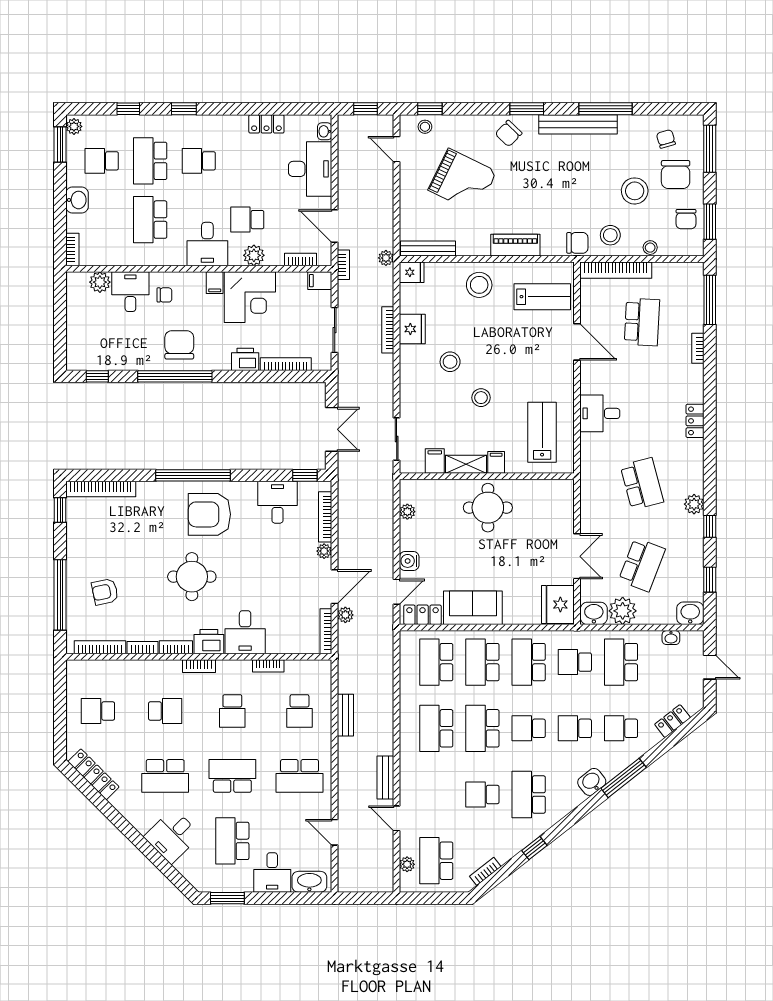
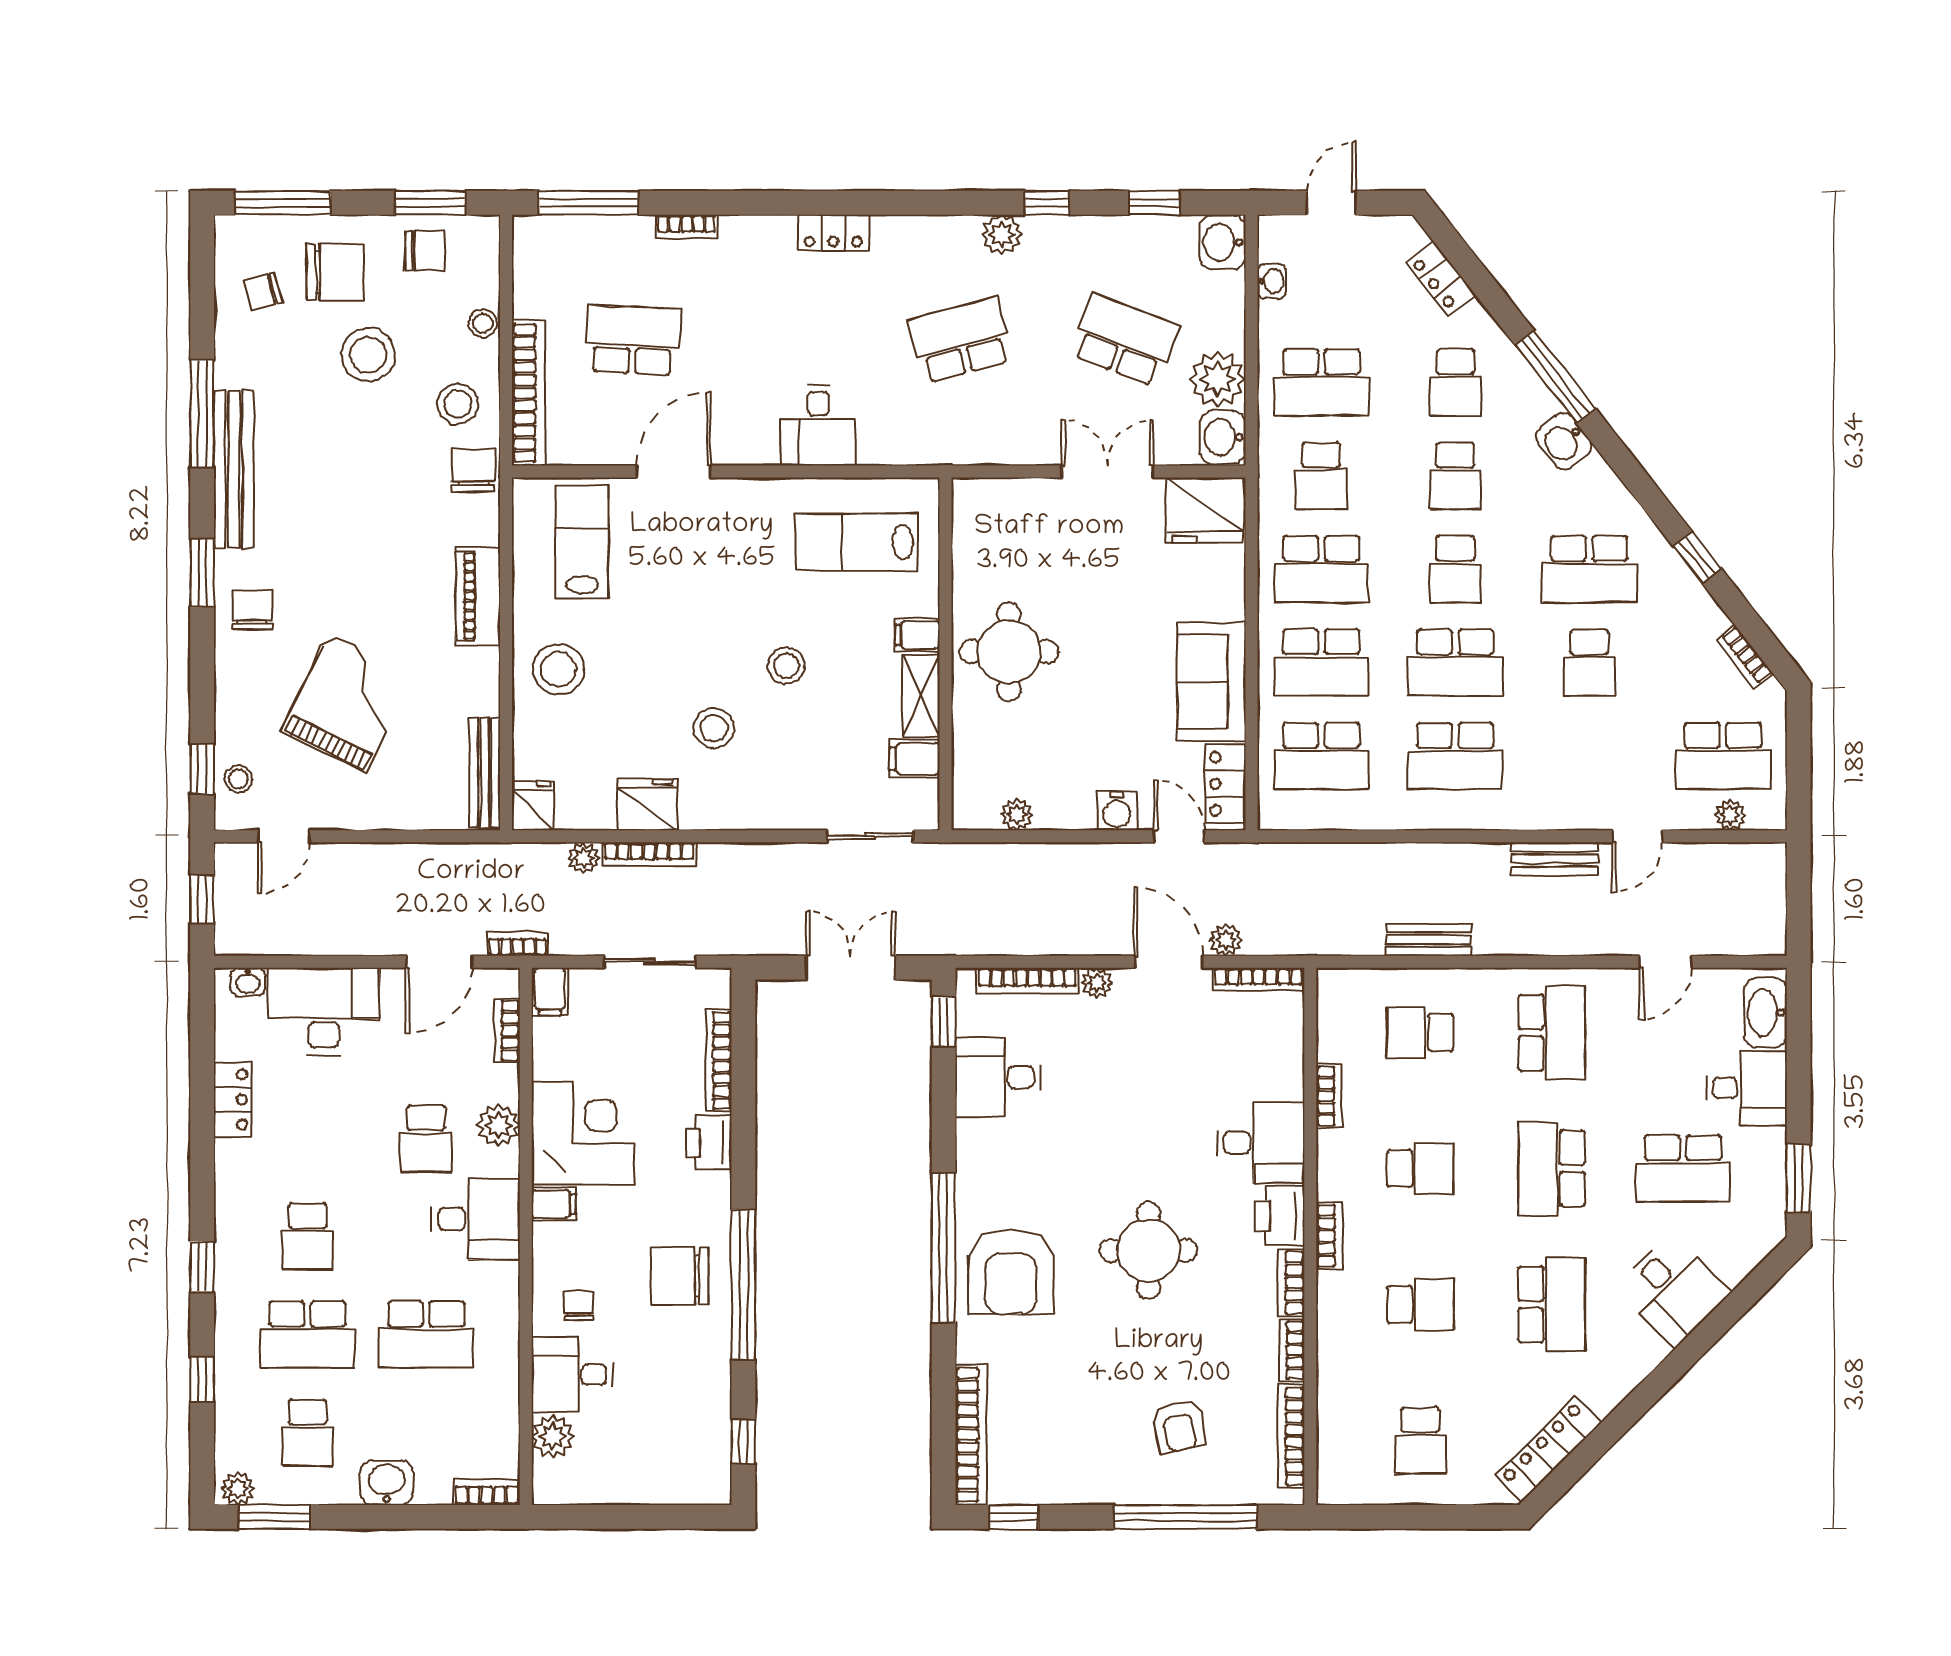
chair: (509, 134) -> (252, 610), turned -134
plant: (386, 258) -> (583, 858), moved
armchair: (209, 514) -> (1011, 1272), moved
school desk: (165, 711) -> (1420, 1304), turned 90
school desk: (300, 711) -> (1420, 1033), turned 180

